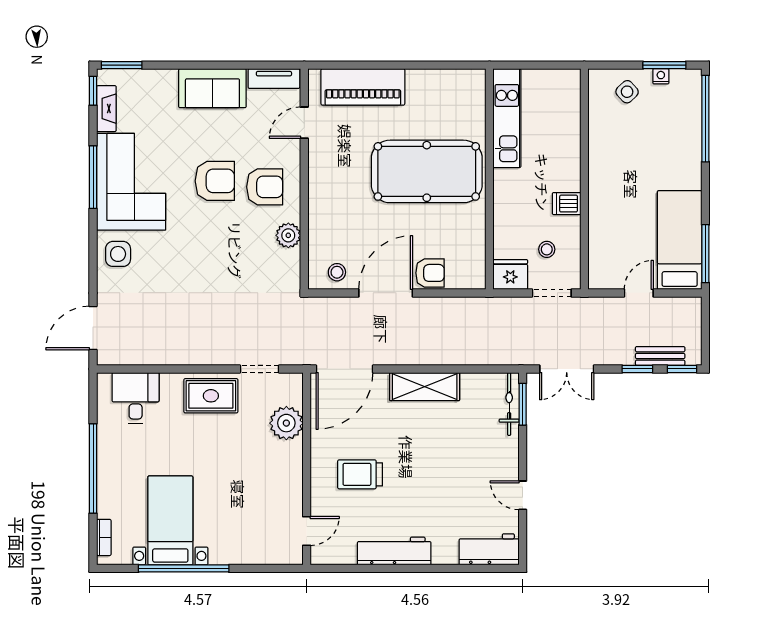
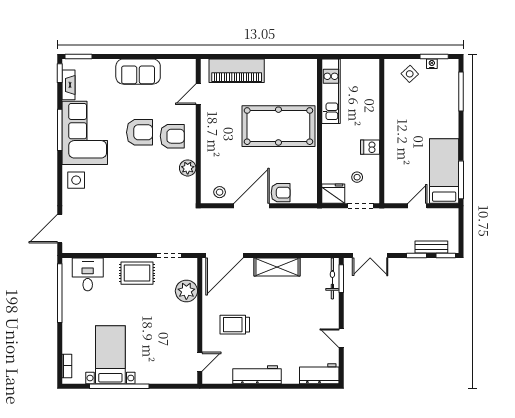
tv unit: (274, 79) -> (178, 65), removed
window: (705, 119) -> (461, 91), width x0.68
window: (93, 469) -> (60, 293), moved

